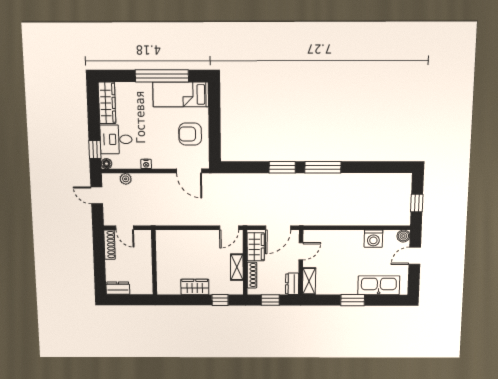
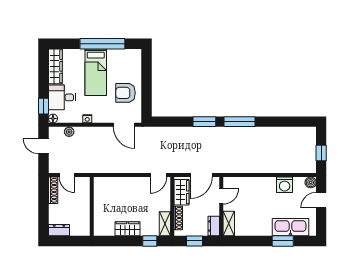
bed: (181, 94) -> (96, 72), moved, turned -90
shelving: (237, 267) -> (165, 224), moved
window: (353, 300) -> (283, 241), moved

